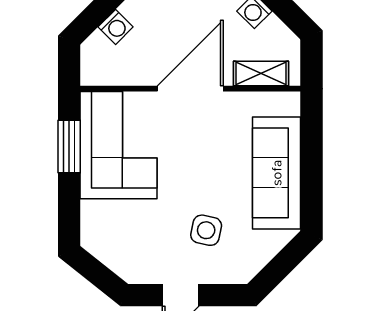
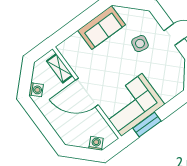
washing machine: (116, 27) -> (96, 143), moved
sofa: (277, 173) -> (101, 28), width x0.73

